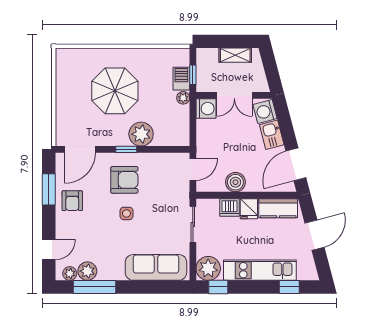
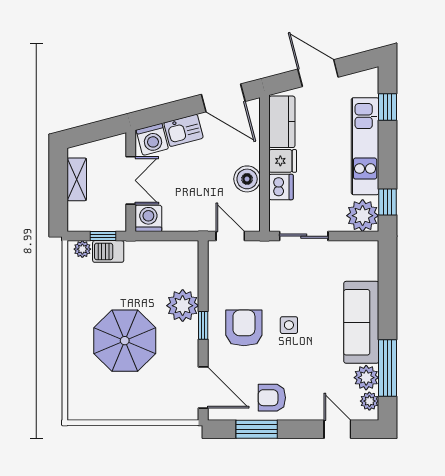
plant: (183, 98) -> (82, 249), moved
armchair: (72, 201) -> (272, 398), turned 180
sofa: (156, 267) -> (361, 322), moved

